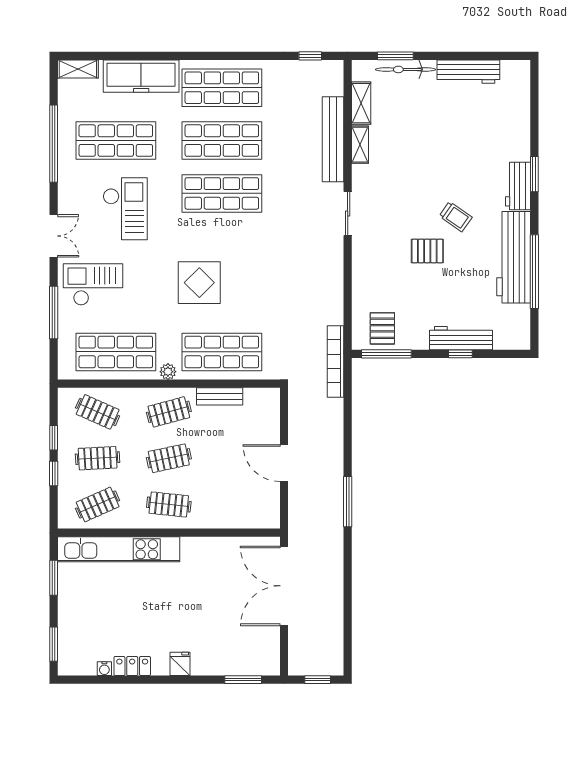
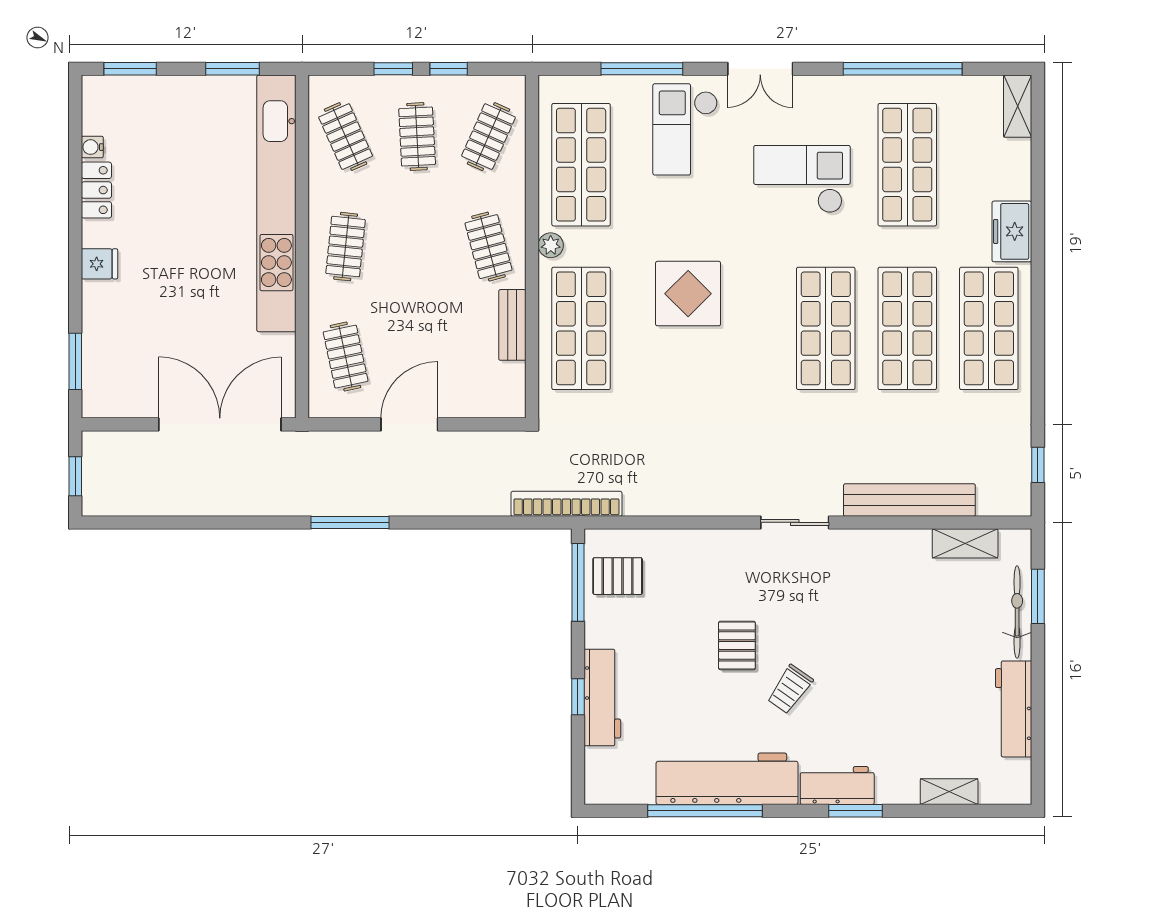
freezer: (141, 76) -> (1012, 231), width x0.52, depth x0.79
shelving: (360, 145) -> (949, 792), moved
checkout: (125, 209) -> (802, 179), turned 180
checkout: (93, 284) -> (685, 129), turned 180
clothes rail: (169, 458) -> (346, 357), moved
kitchen unit: (119, 549) -> (276, 203), width x1.36

